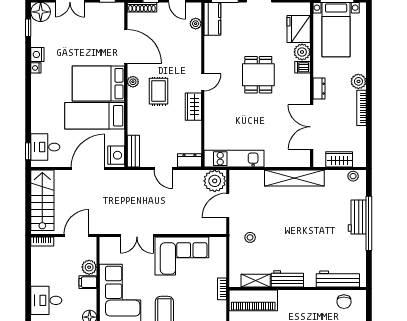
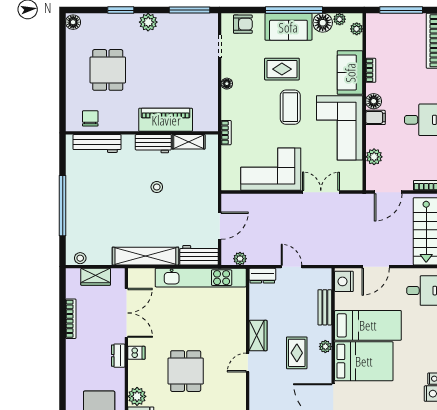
dishwasher: (303, 67) -> (136, 353), moved
plant: (358, 81) -> (74, 364), removed
plant: (133, 82) -> (325, 347), moved
bookcase: (362, 108) -> (71, 319), moved
bench: (133, 151) -> (325, 307), moved
kitchen unit: (234, 159) -> (201, 278), width x1.36
door: (88, 168) -> (376, 267), width x0.73
plant: (215, 181) -> (240, 259), width x0.53, depth x0.53
workbench: (357, 217) -> (199, 255), moved, turned -90
stool: (250, 237) -> (157, 187), moved
filing cabinet: (88, 282) -> (375, 117), moved
piano: (253, 300) -> (166, 120), moved

